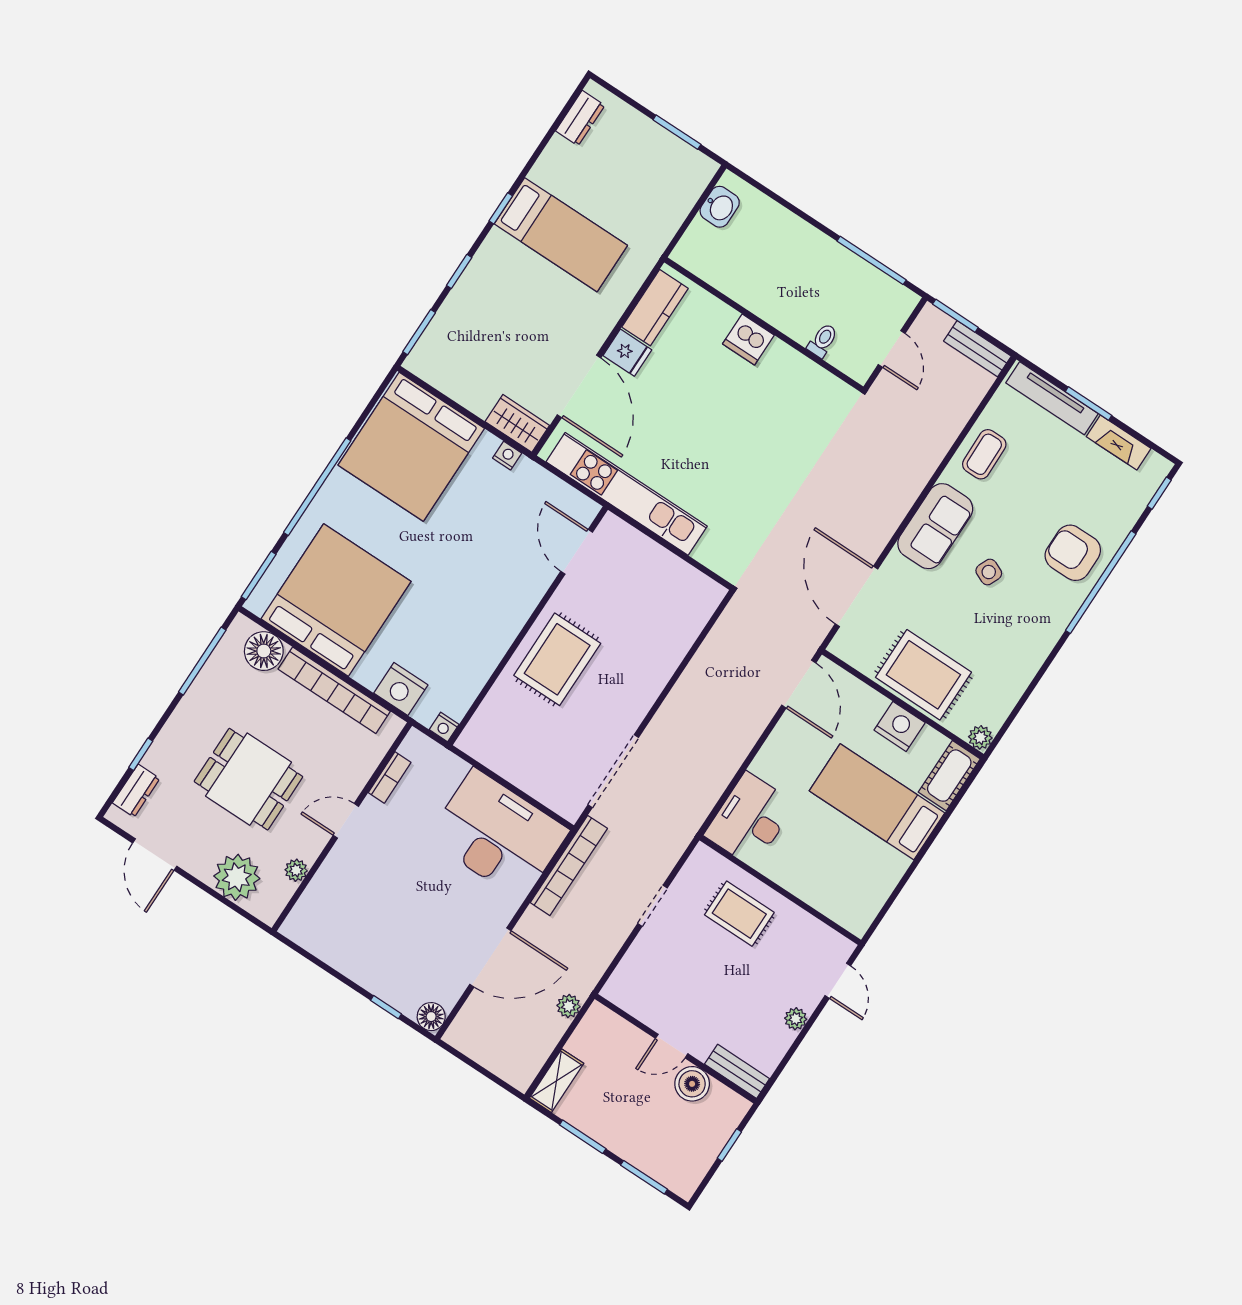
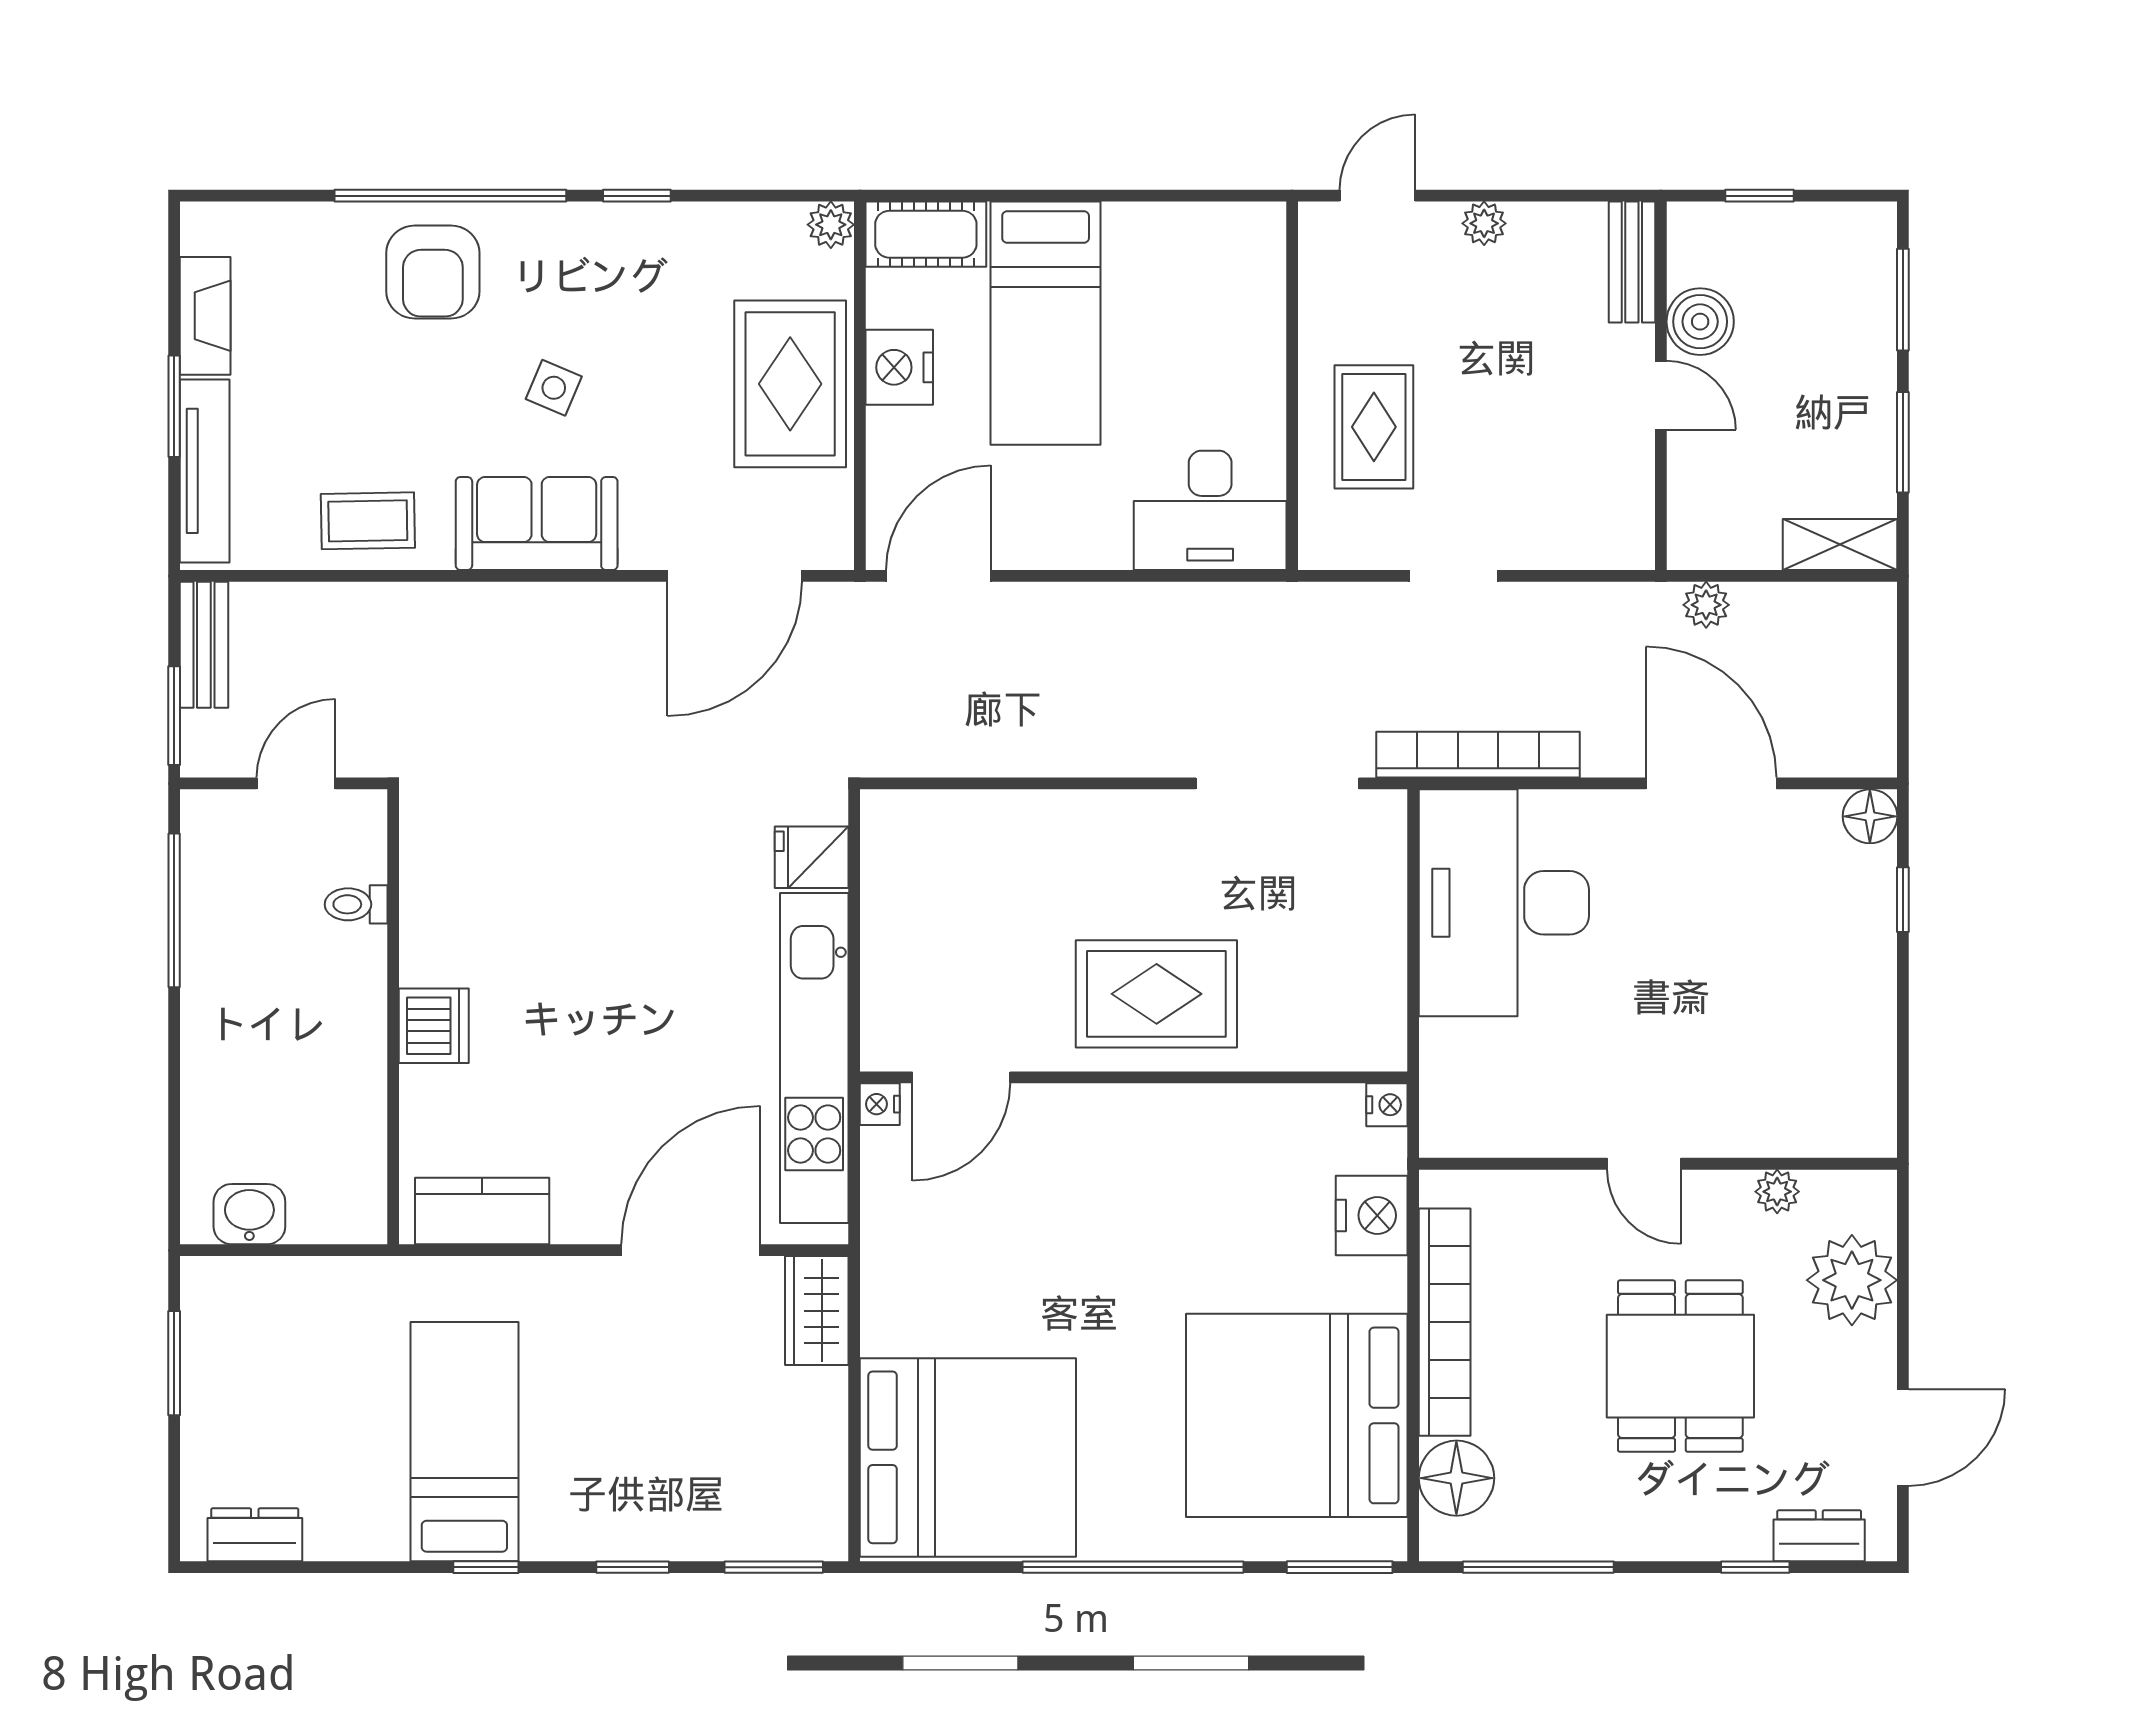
fridge: (627, 353) -> (812, 857), moved, turned -90
nightstand: (507, 456) -> (880, 1104), moved
window: (1159, 493) -> (637, 196), moved
bookcase: (390, 778) -> (1527, 1139), removed

